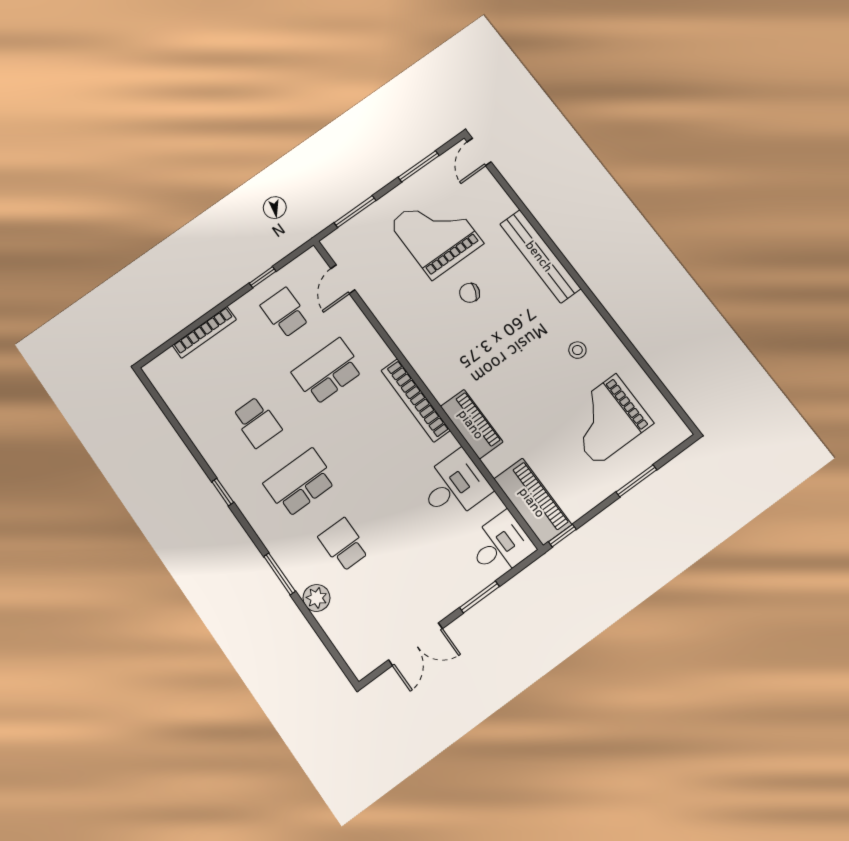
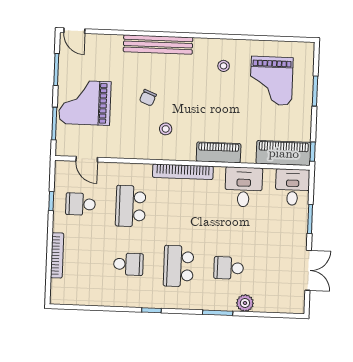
grand piano: (436, 233) -> (85, 103), moved
stool: (450, 341) -> (166, 129), added

